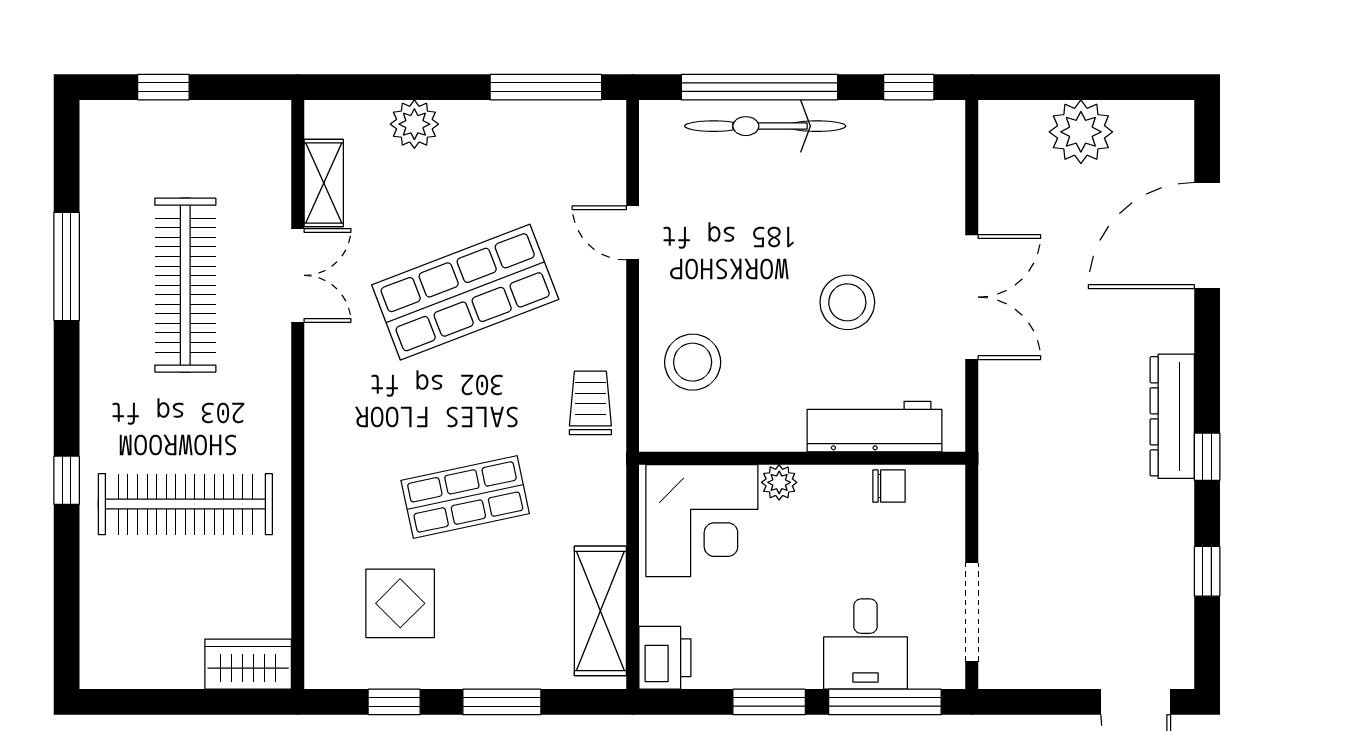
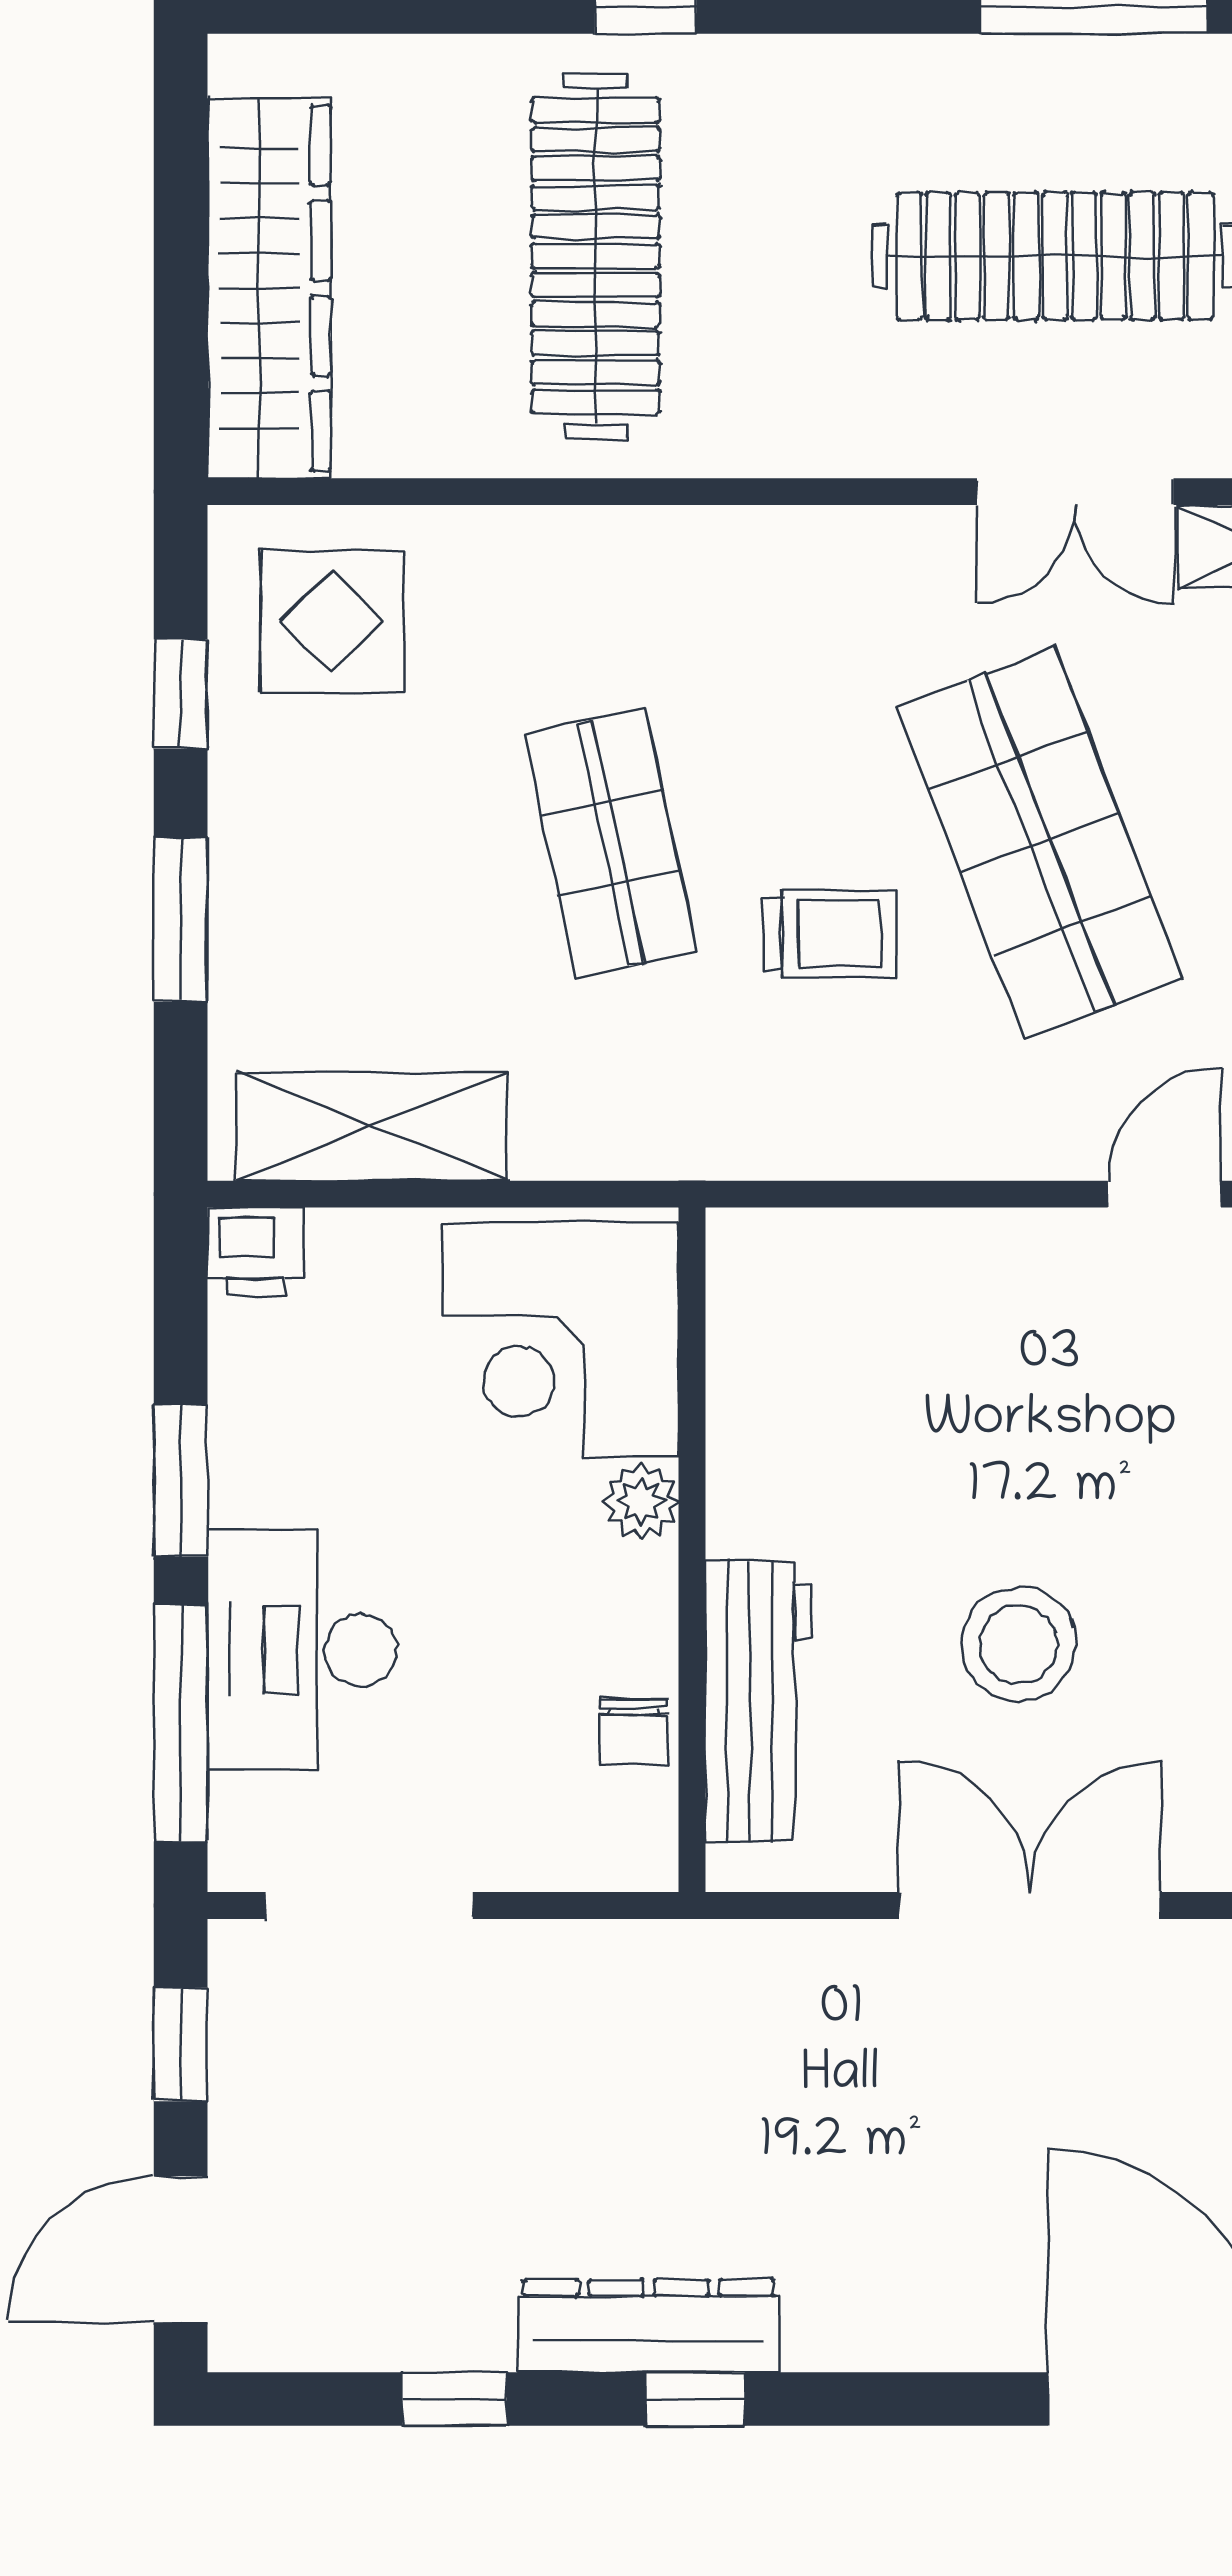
double door: (972, 297) -> (1030, 1906), swing flipped
stool: (693, 362) -> (893, 1320), removed
trolley: (590, 403) -> (830, 933), moved
dresser: (1172, 416) -> (649, 2326), moved
display table: (400, 603) -> (332, 622), moved
desk: (865, 644) -> (302, 1650), width x1.37
printer: (665, 658) -> (256, 1251), width x0.73, depth x0.81
wardrobe: (248, 664) -> (269, 288), width x2.10, depth x1.17
window: (1038, 702) -> (181, 2044), added

